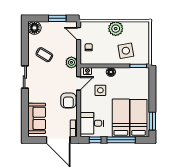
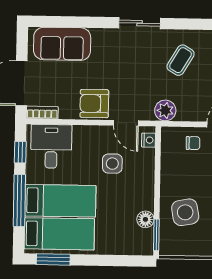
floor lamp: (111, 72) -> (145, 219), moved

